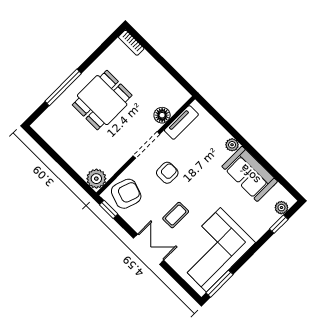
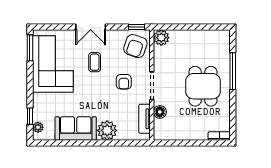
plant: (232, 145) -> (107, 130), width x1.88, depth x1.88

